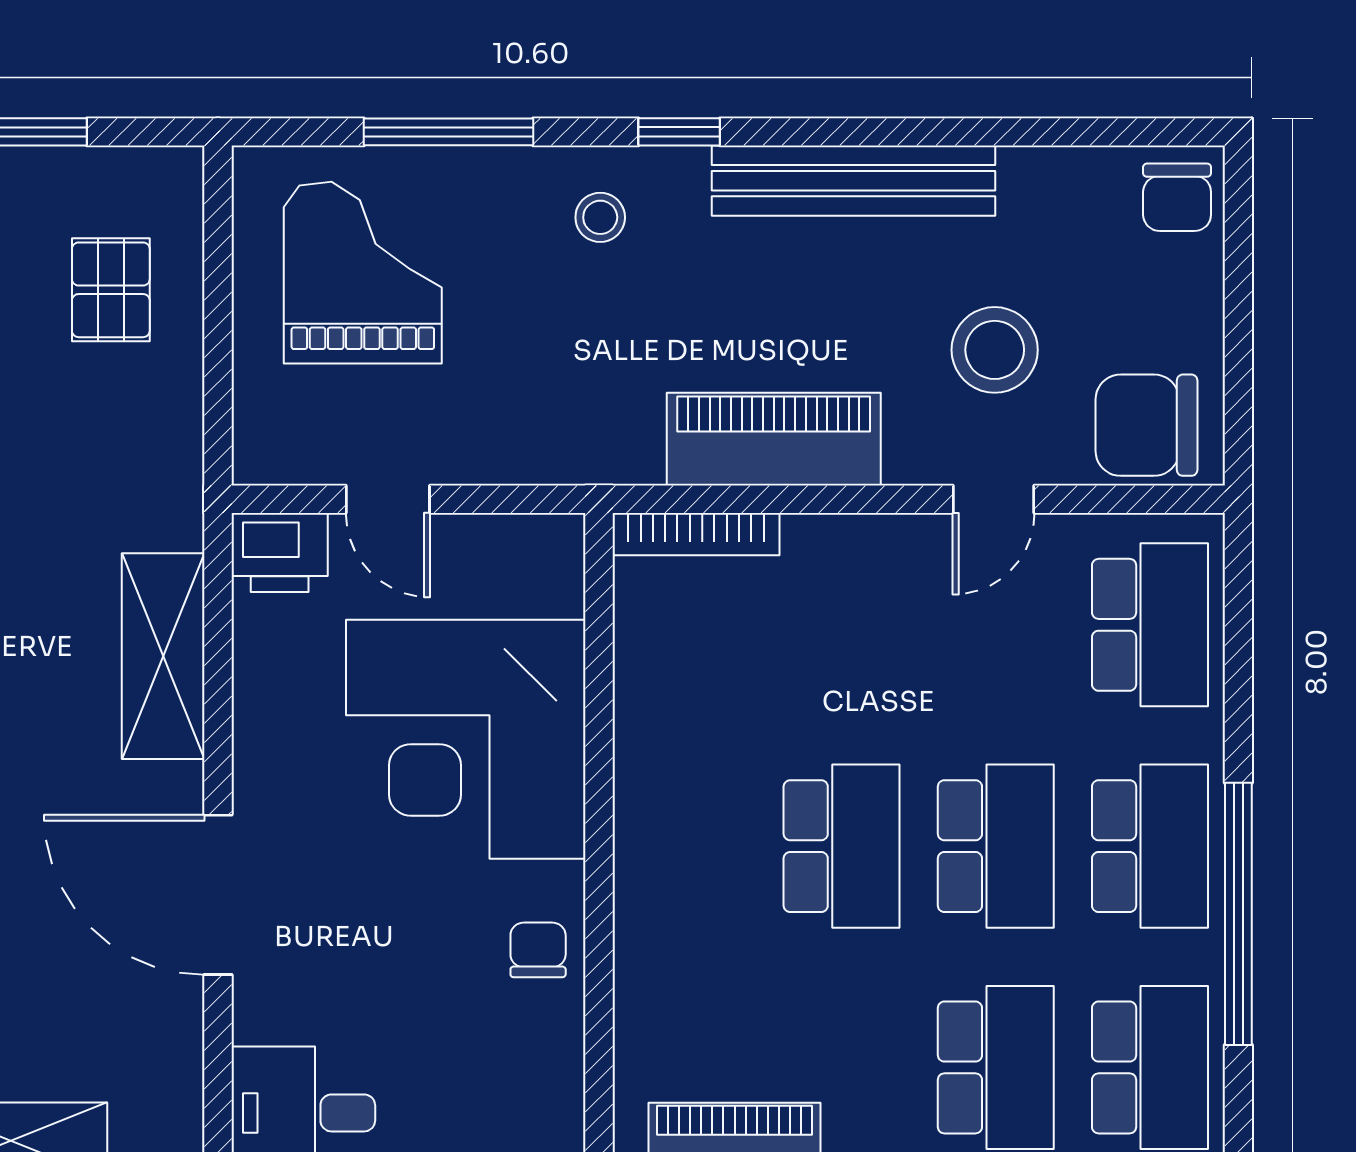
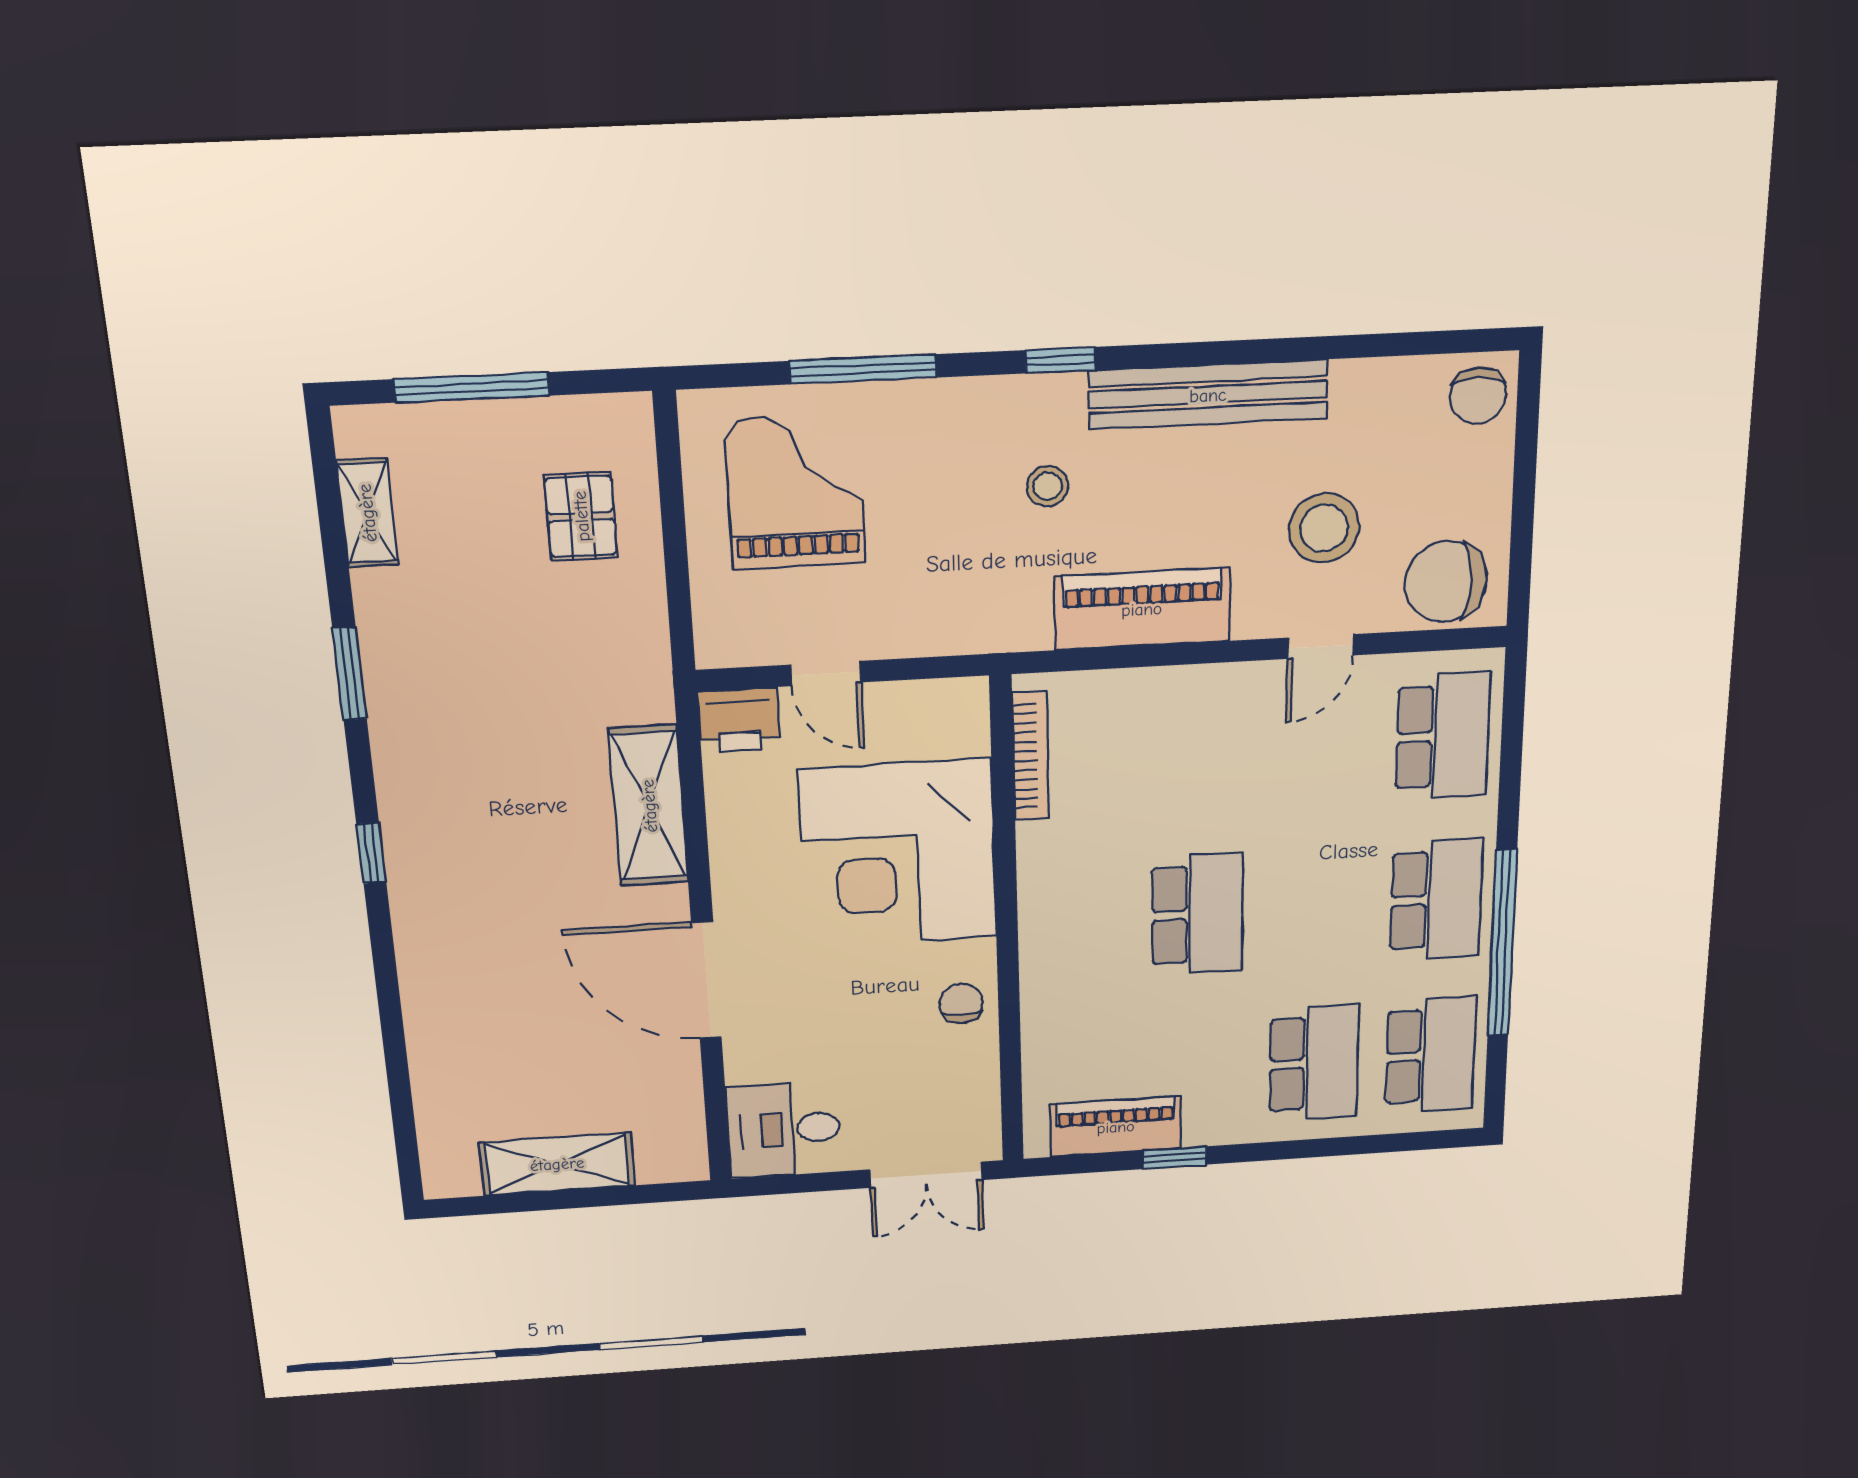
stool: (600, 217) -> (1047, 486), moved
bookcase: (696, 534) -> (1031, 756), moved, turned -90
school desk: (996, 846) -> (1317, 907), removed

